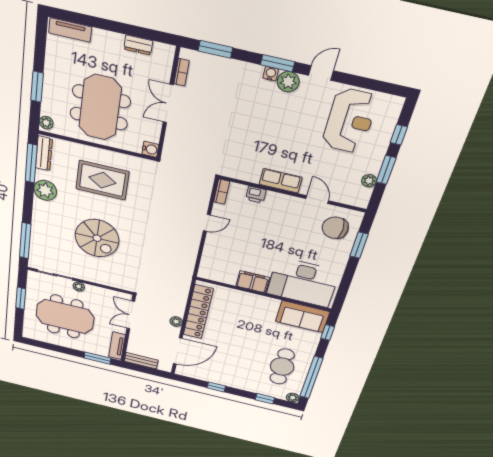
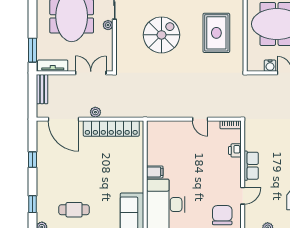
water cooler: (150, 149) -> (270, 66), moved
spiral stairs: (97, 238) -> (162, 35), turned 180
filing cabinet: (253, 282) -> (155, 172), width x0.50
cafe table: (282, 367) -> (74, 210), width x0.73, depth x0.74

